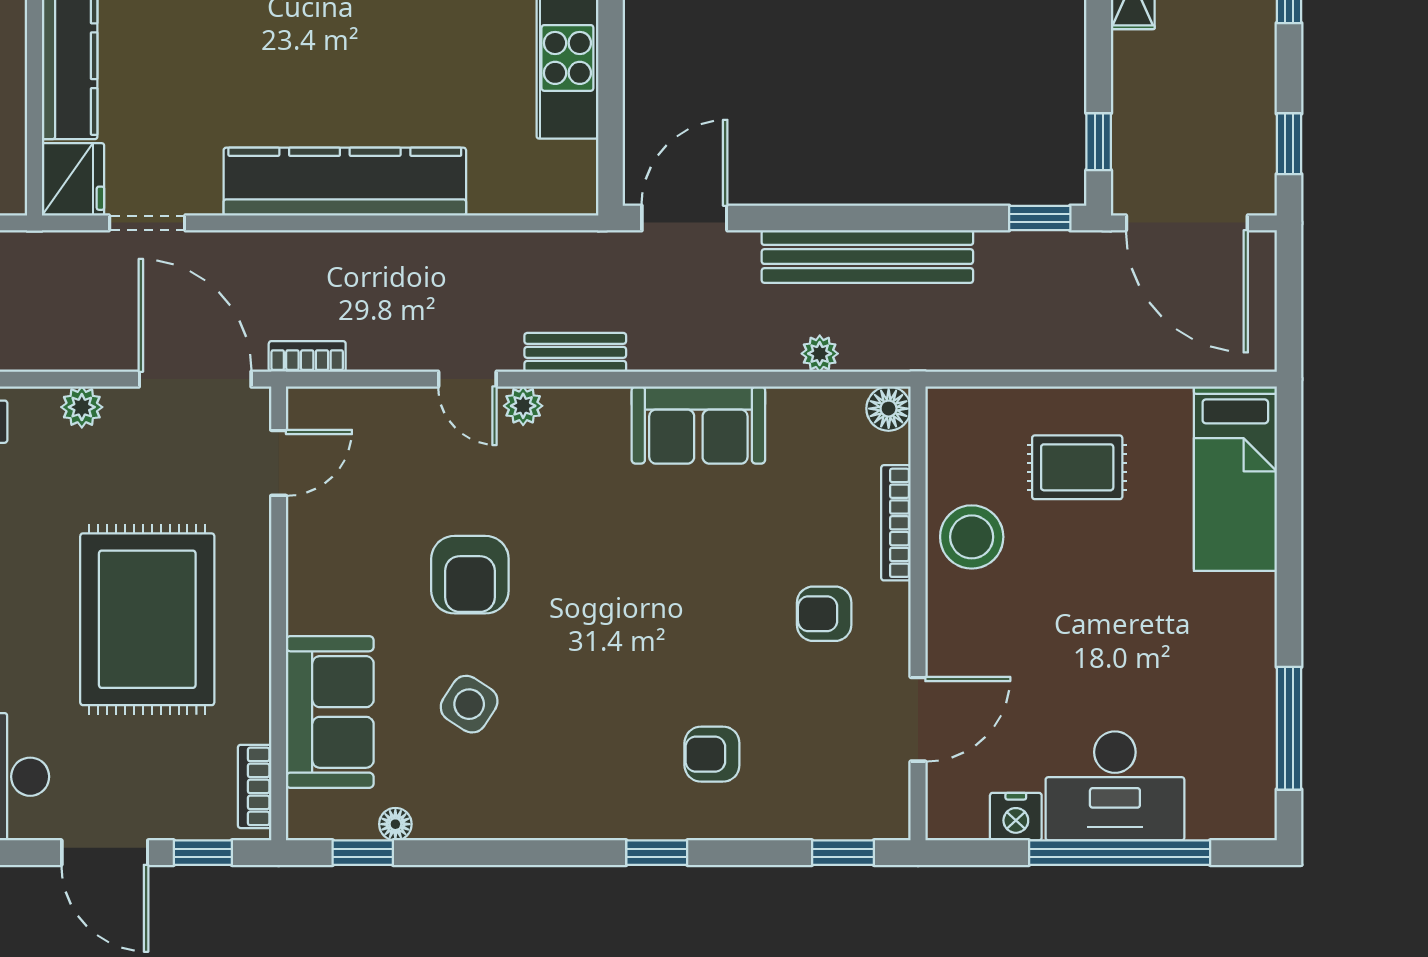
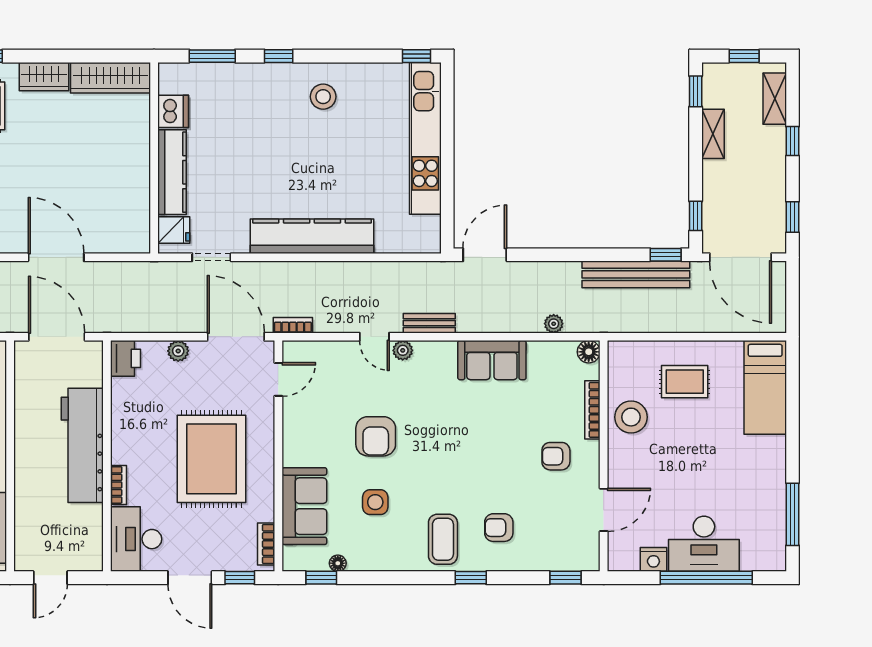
fridge: (73, 179) -> (174, 230), width x0.72
bench: (867, 257) -> (636, 274), moved
side table: (469, 704) -> (375, 502), turned -33
coffee table: (602, 777) -> (443, 539), added

